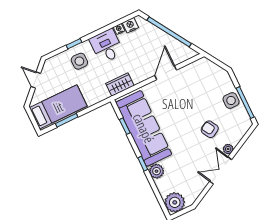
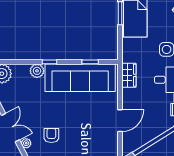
door: (166, 73) -> (120, 121), hinge flipped
armchair: (210, 129) -> (51, 135), turned -60

